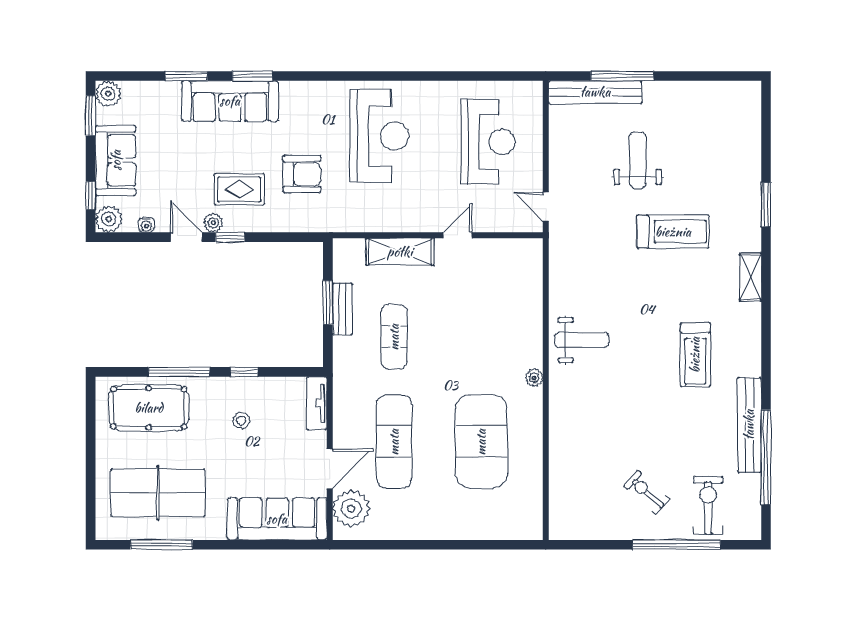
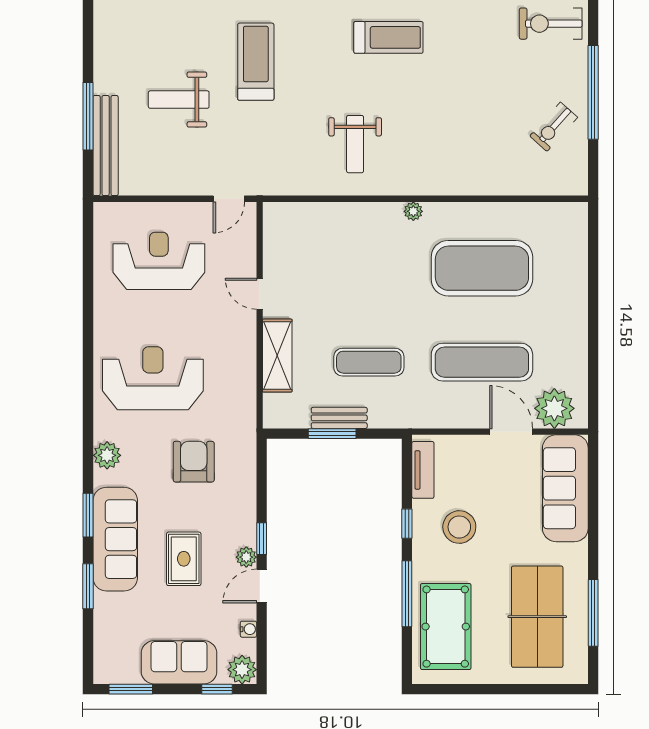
plant: (108, 94) -> (107, 455), moved
rug: (239, 189) -> (184, 559), moved
weight bench: (582, 340) -> (355, 144), moved, turned 180
tv unit: (317, 403) -> (423, 470), moved, turned -90
stool: (241, 421) -> (459, 527), width x1.89, depth x1.89
exercise bike: (647, 492) -> (554, 127), moved
window: (677, 545) -> (593, 92), moved

